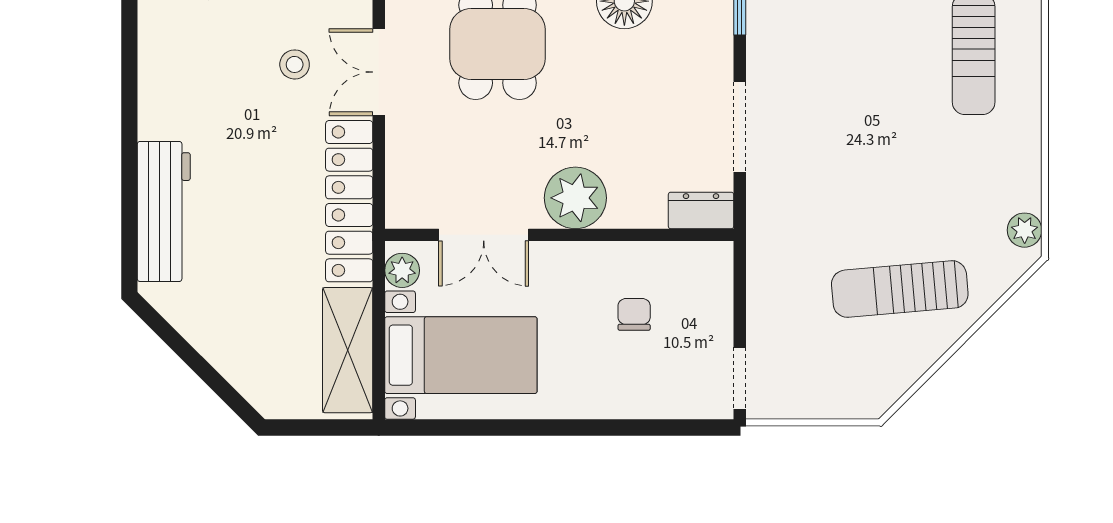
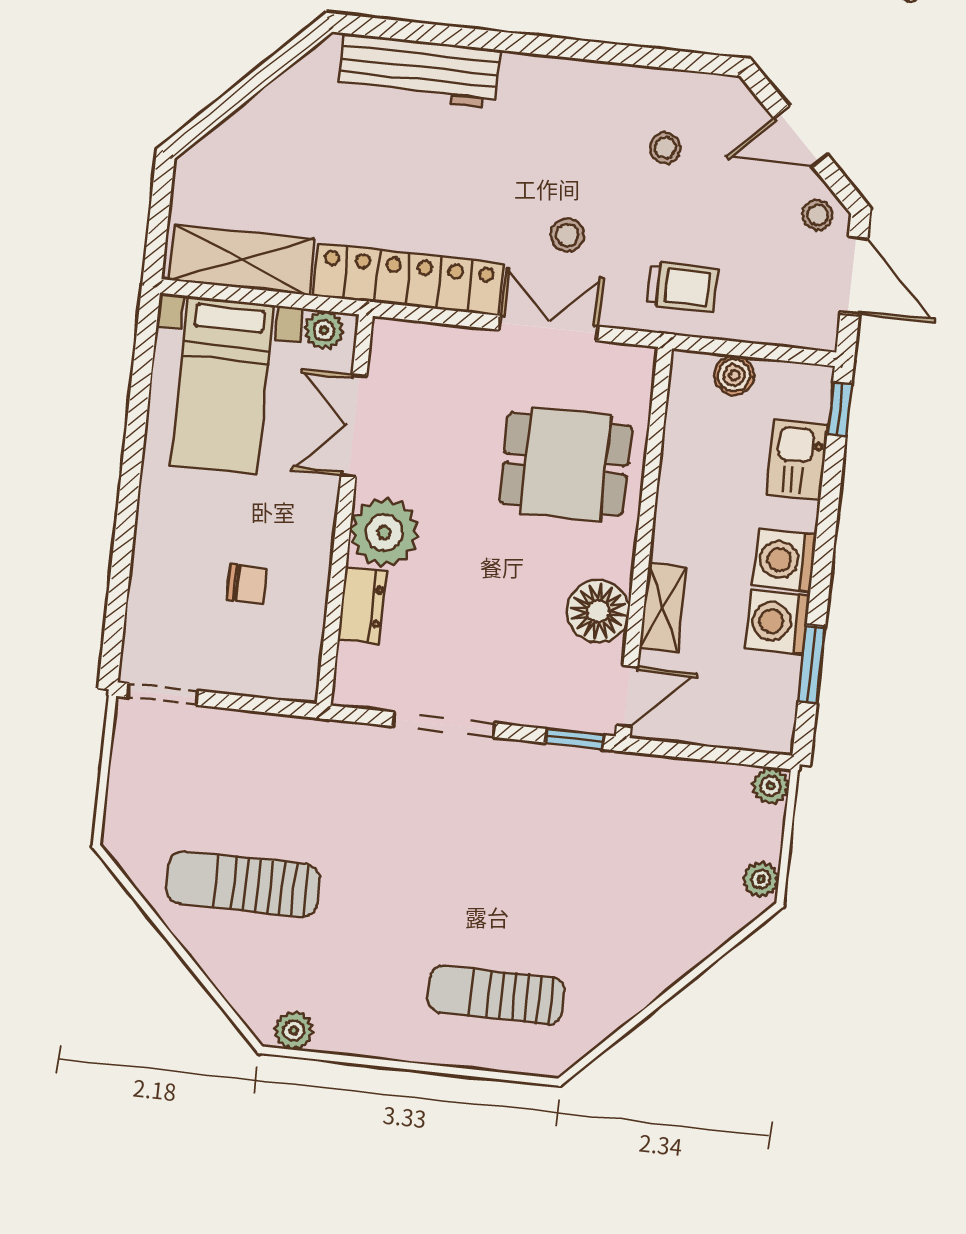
dresser: (701, 210) -> (362, 606), moved
sun lounger: (900, 289) -> (243, 884), turned -85

